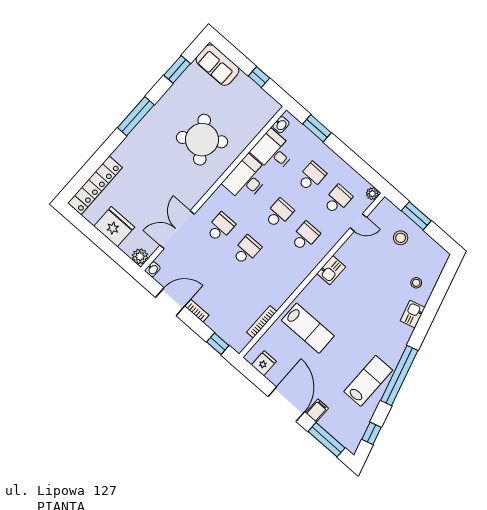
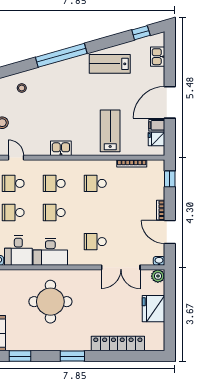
window: (136, 116) -> (72, 356), width x0.69
round table: (202, 140) -> (50, 302), turned 35
locker: (95, 185) -> (118, 344), moved
school desk: (246, 250) -> (95, 183), moved
kitchen sink: (413, 314) -> (158, 57), moved, turned 106
window: (399, 375) -> (61, 55), moved
filing cabinet: (317, 411) -> (157, 125), moved
window: (327, 440) -> (170, 57), removed

